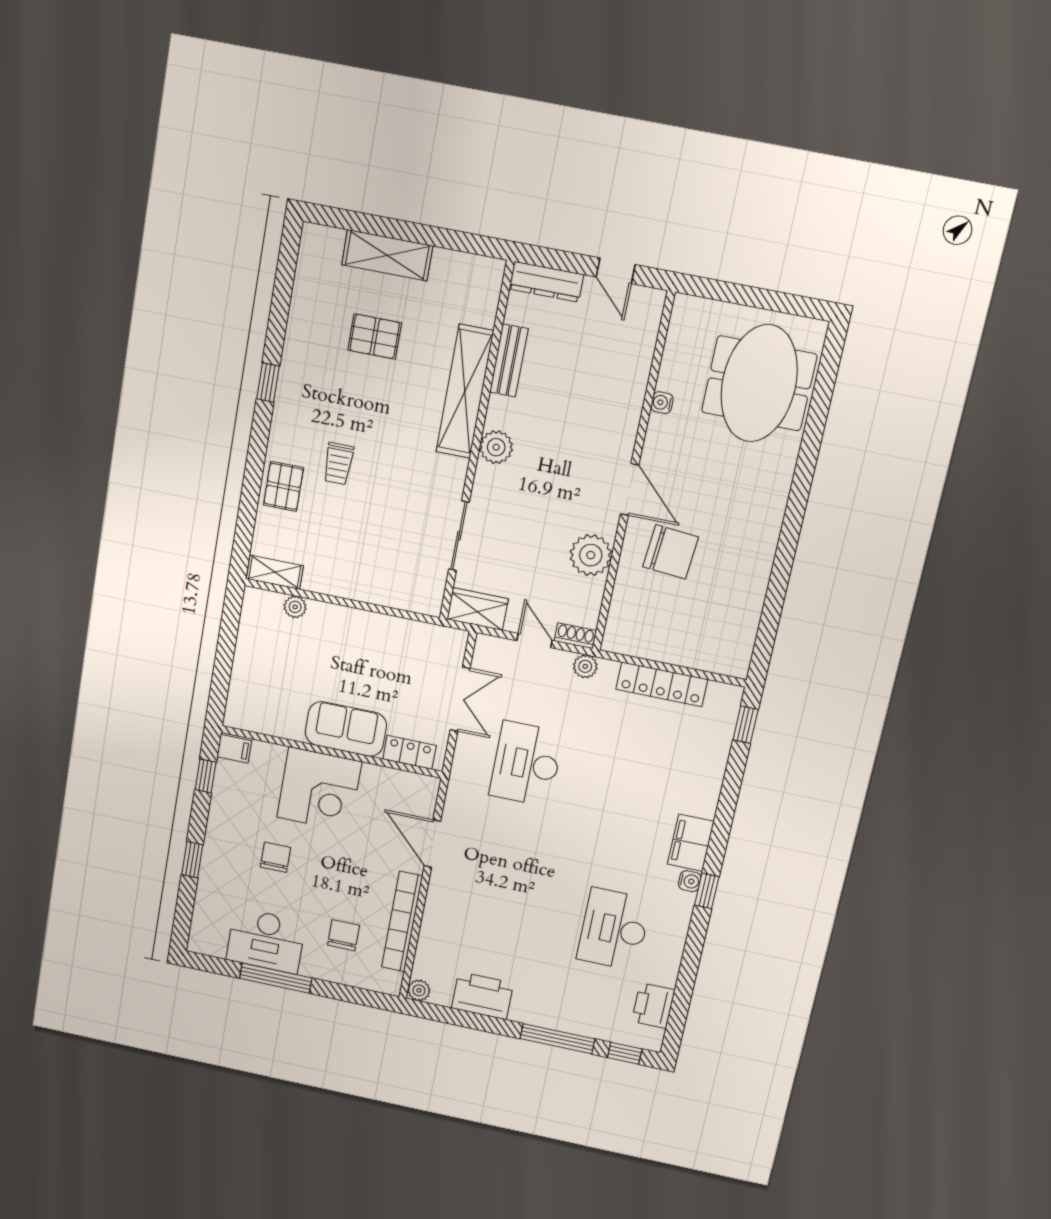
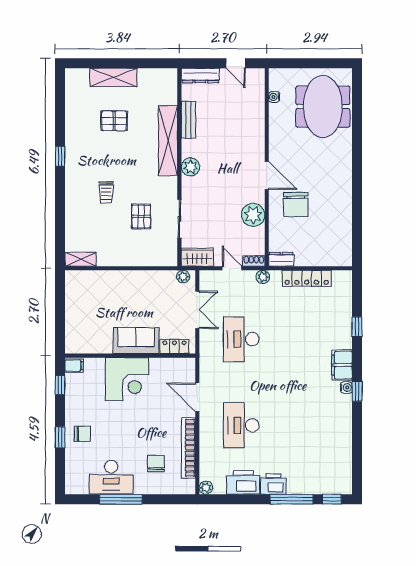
water cooler: (662, 403) -> (274, 97), moved
pallet: (284, 486) -> (141, 216), moved
chair: (671, 552) -> (296, 205), turned 85
plant: (295, 607) -> (183, 277), moved
dresser: (624, 642) -> (281, 259), added
window: (745, 725) -> (357, 327), moved
chair: (275, 857) -> (82, 434), moved, turned 90
desk: (614, 929) -> (241, 425), moved
printer: (653, 1006) -> (273, 484), moved, turned 90

